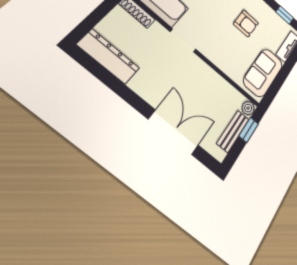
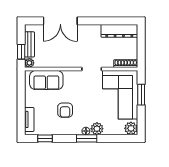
armchair: (246, 23) -> (65, 110), turned -90
sofa: (263, 73) -> (46, 80), moved, turned 90

